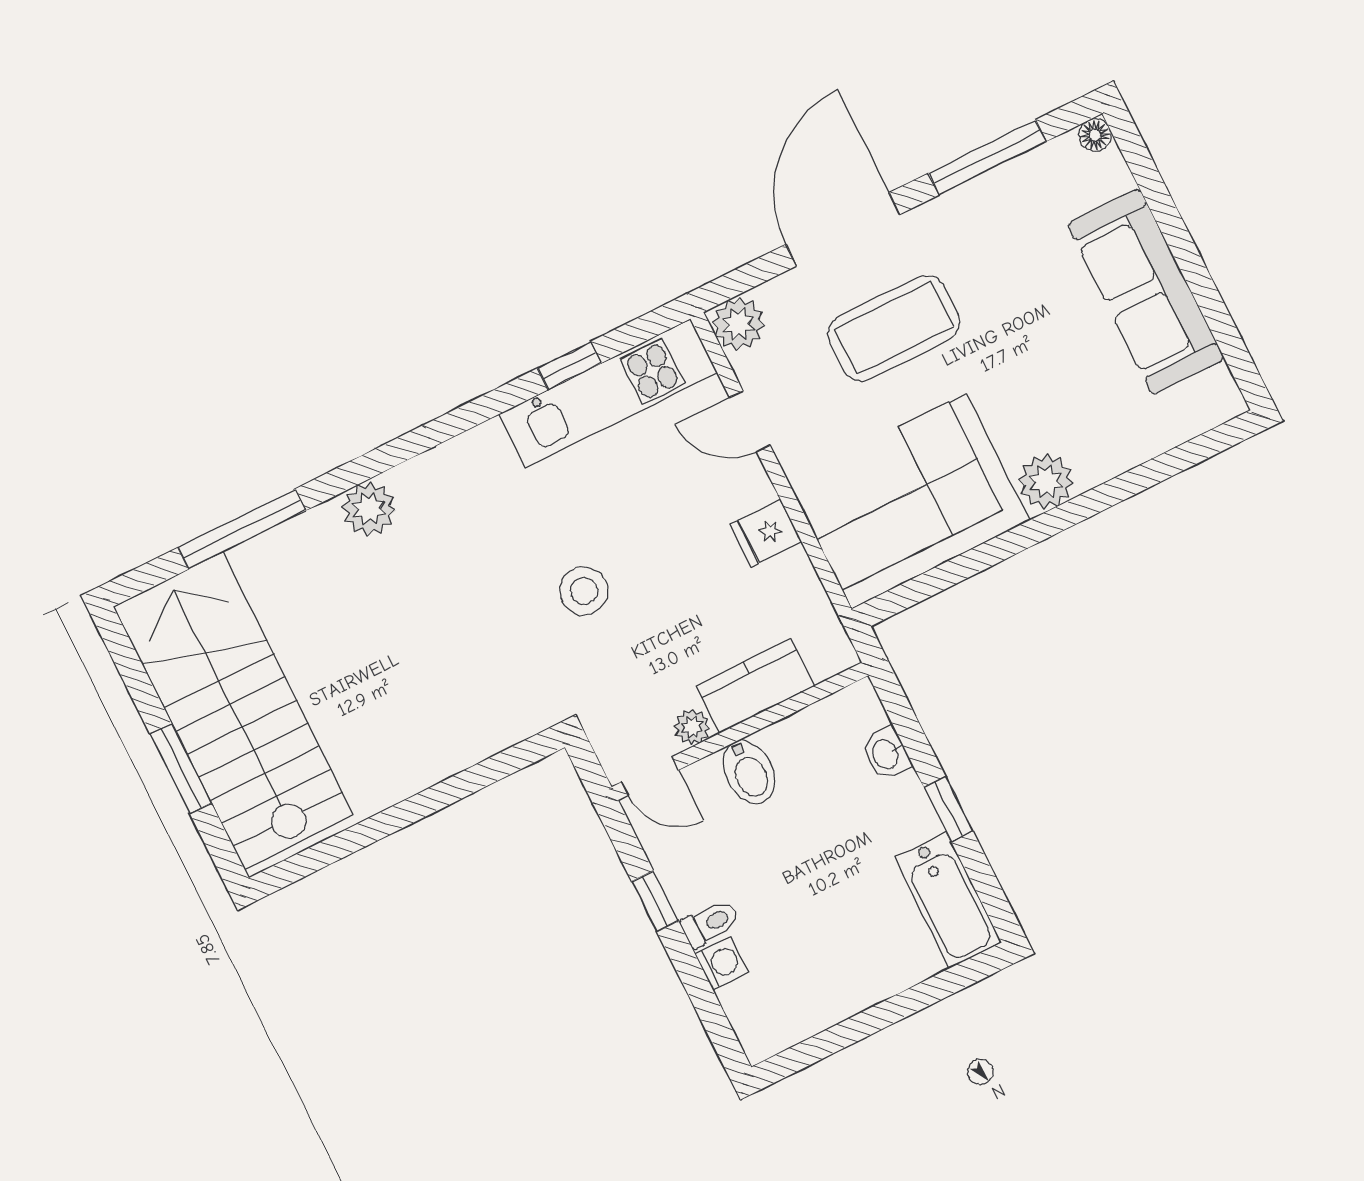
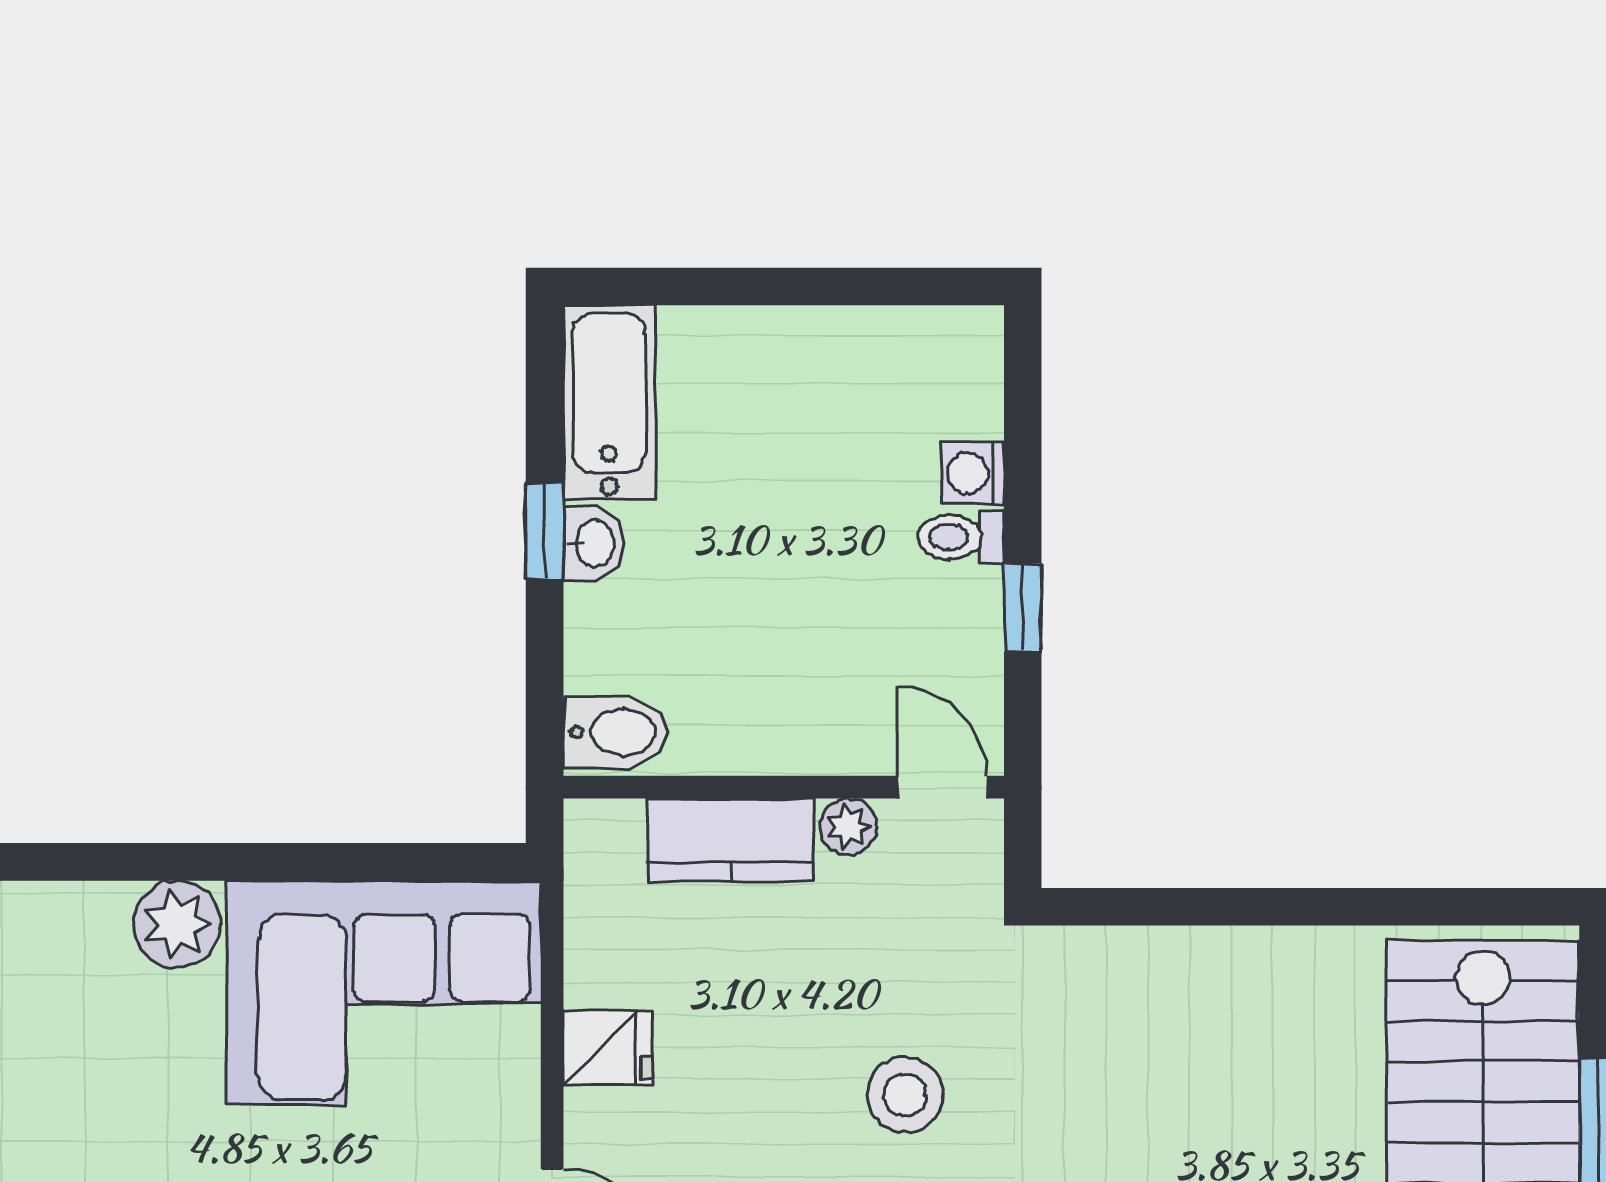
washbasin: (886, 754) -> (593, 544), moved
bidet: (749, 772) -> (616, 732), moved, turned 90

